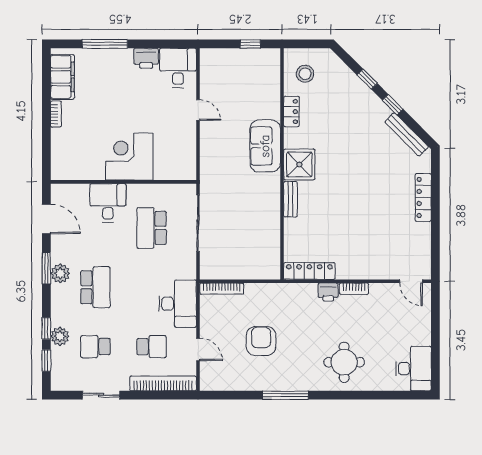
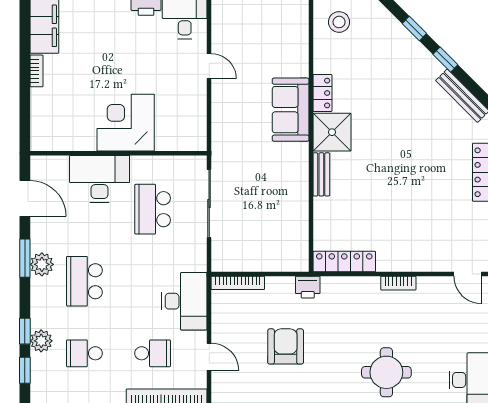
locker: (291, 112) -> (322, 93), moved
desk: (108, 203) -> (100, 179), width x1.37
school desk: (95, 287) -> (84, 281), turned 180
printer: (328, 292) -> (308, 287), moved

